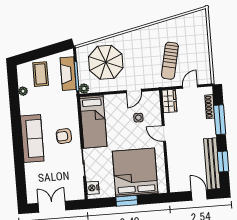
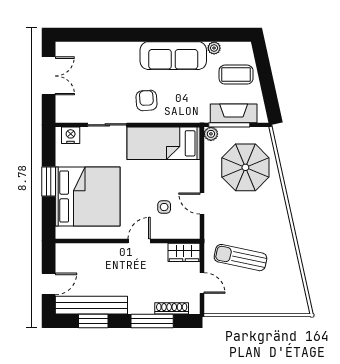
sofa: (32, 139) -> (173, 56), moved

